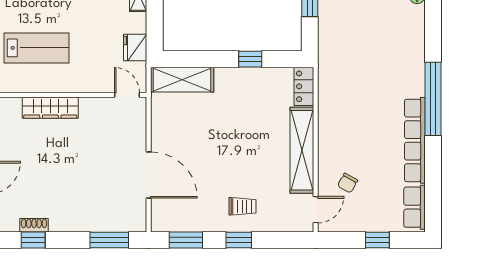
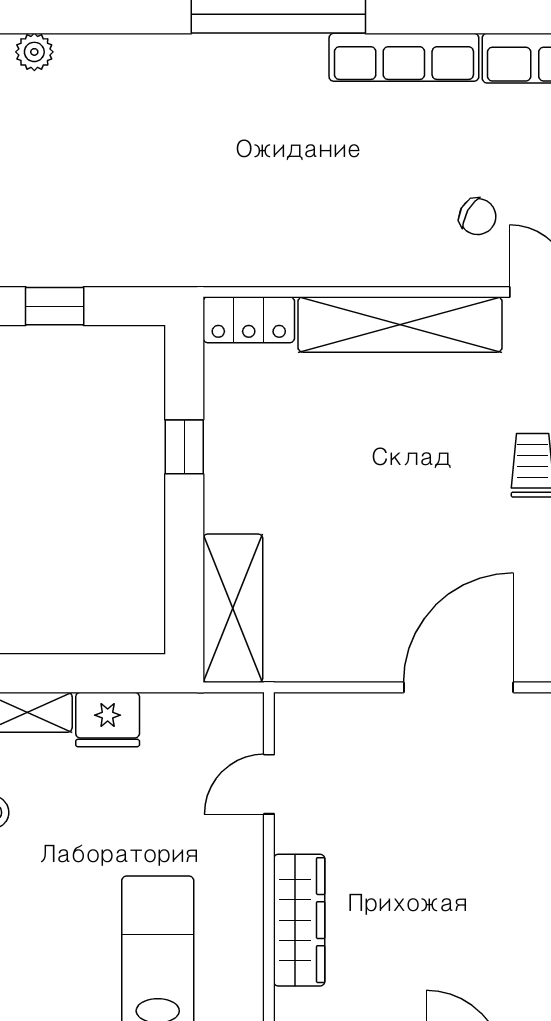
fridge: (135, 47) -> (108, 719), moved
door: (127, 95) -> (269, 784), moved
row of seats: (415, 140) -> (404, 57), width x0.73

